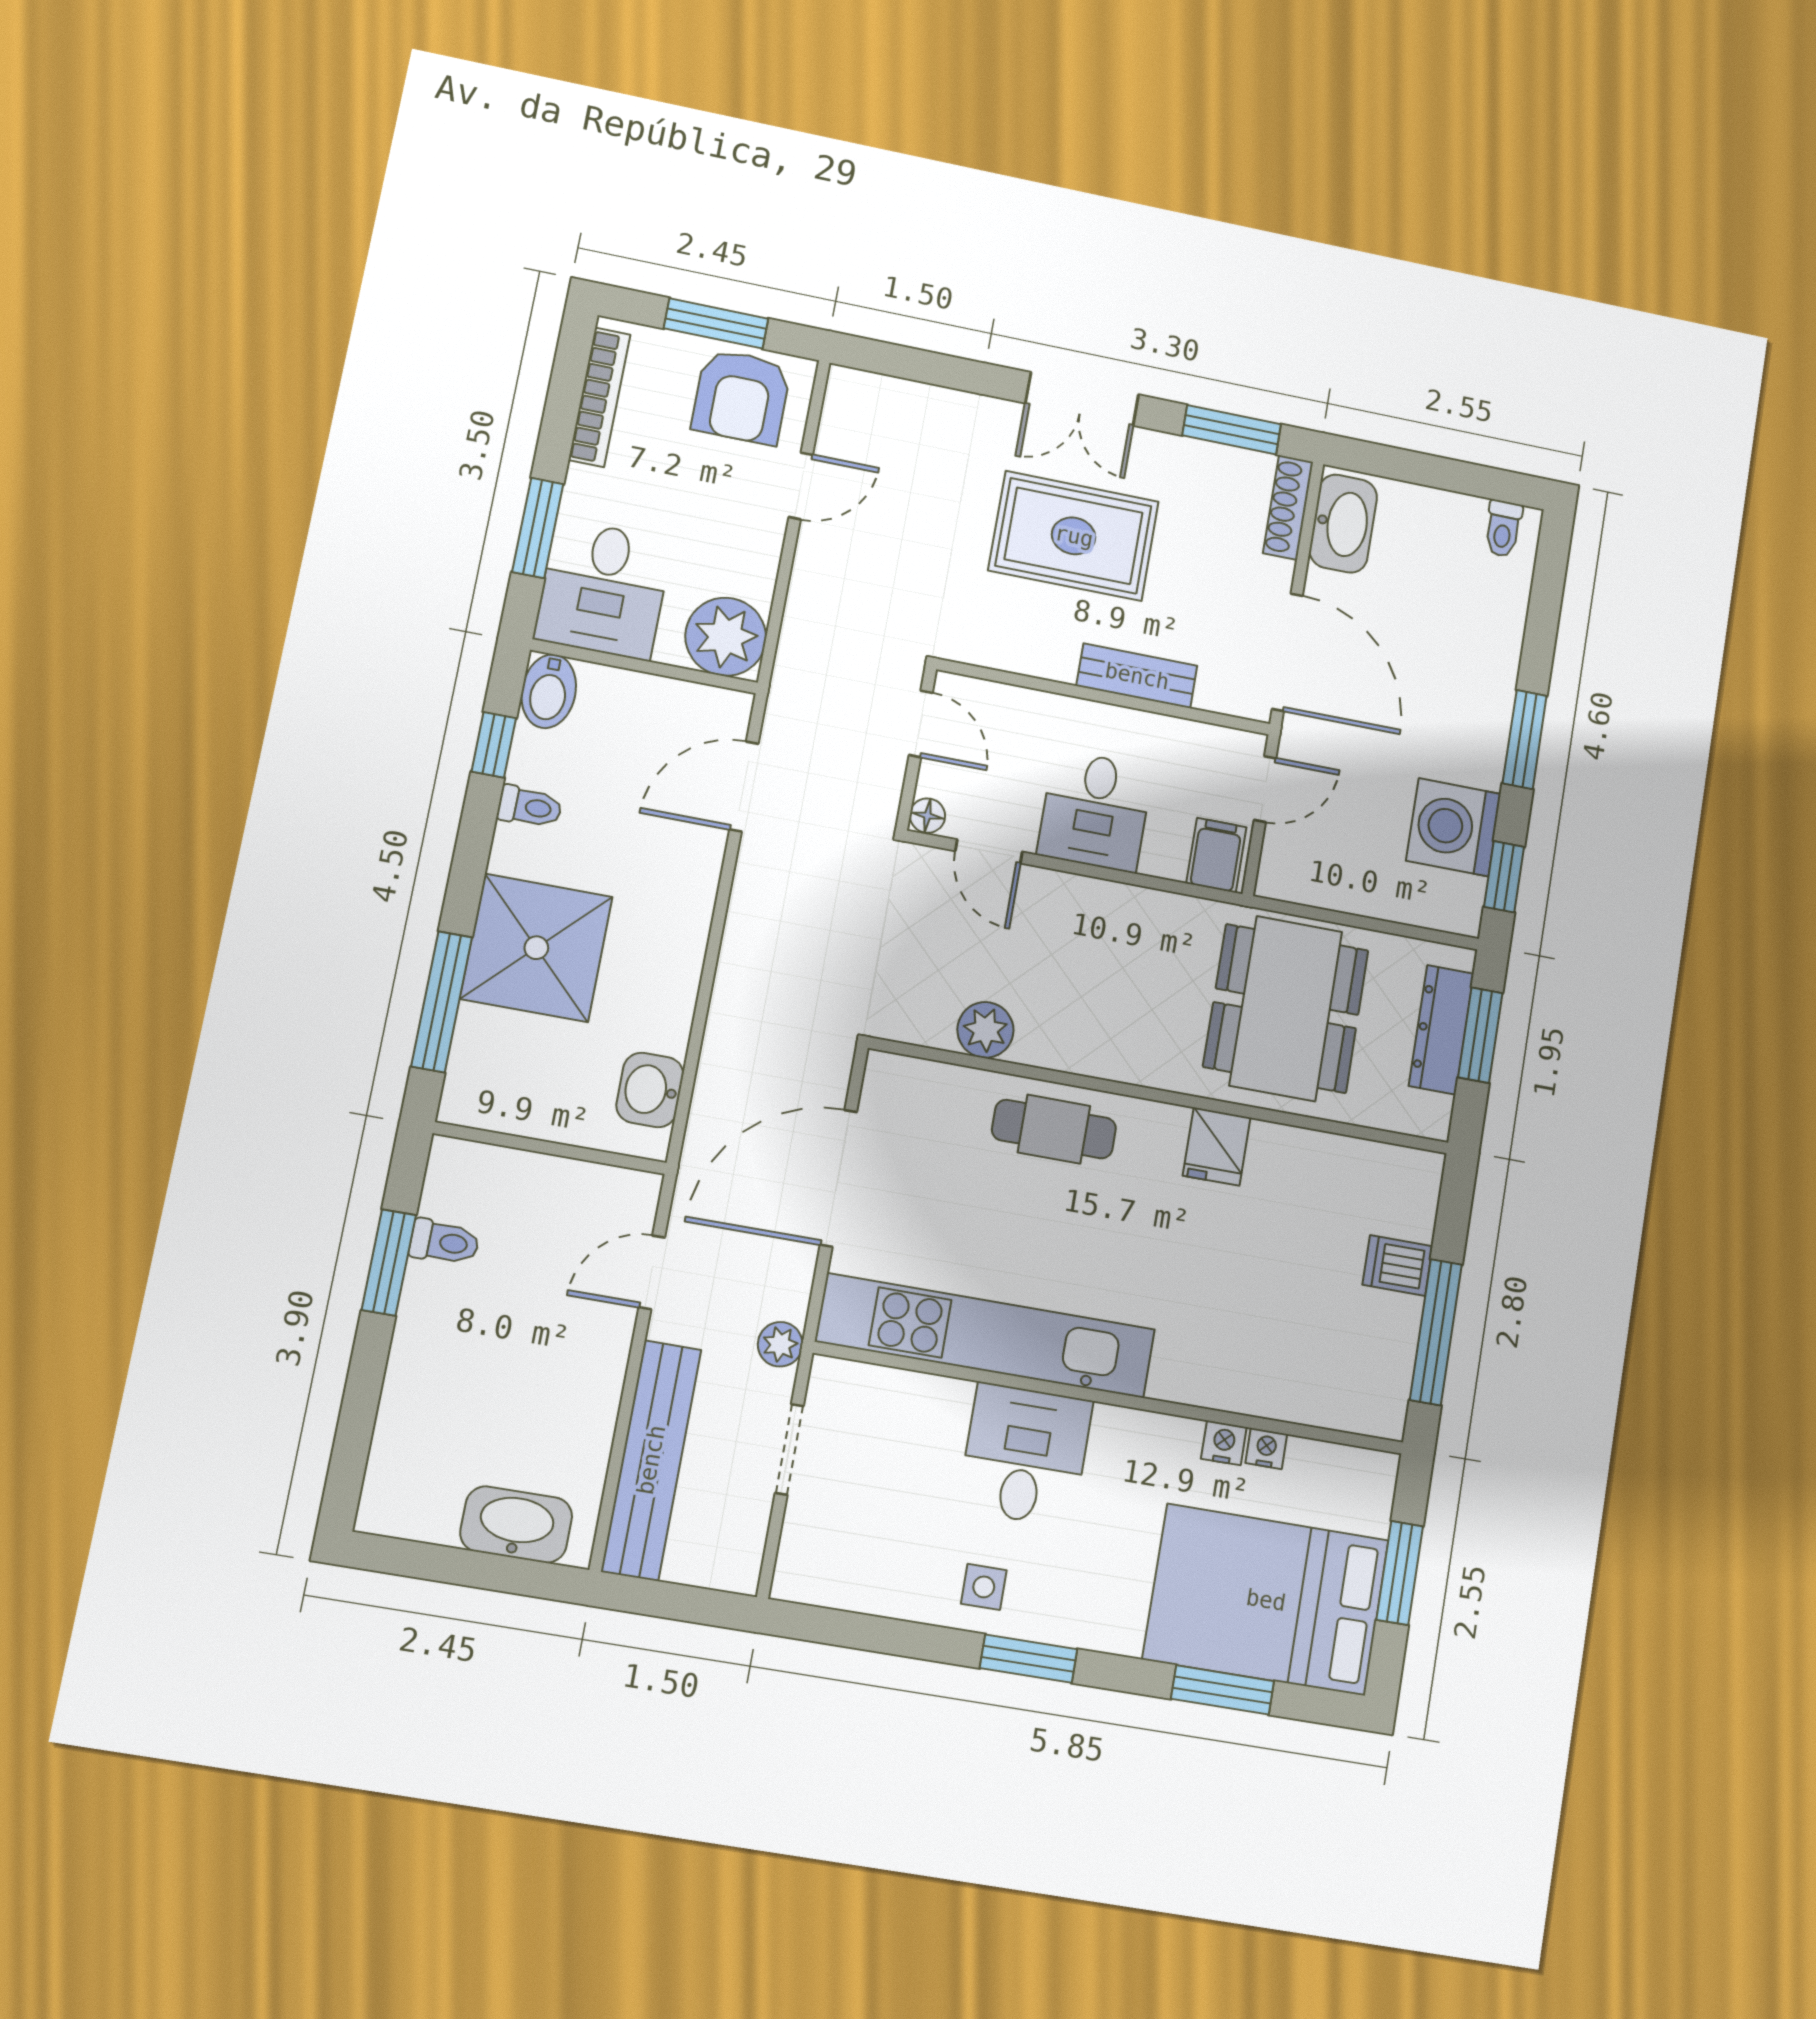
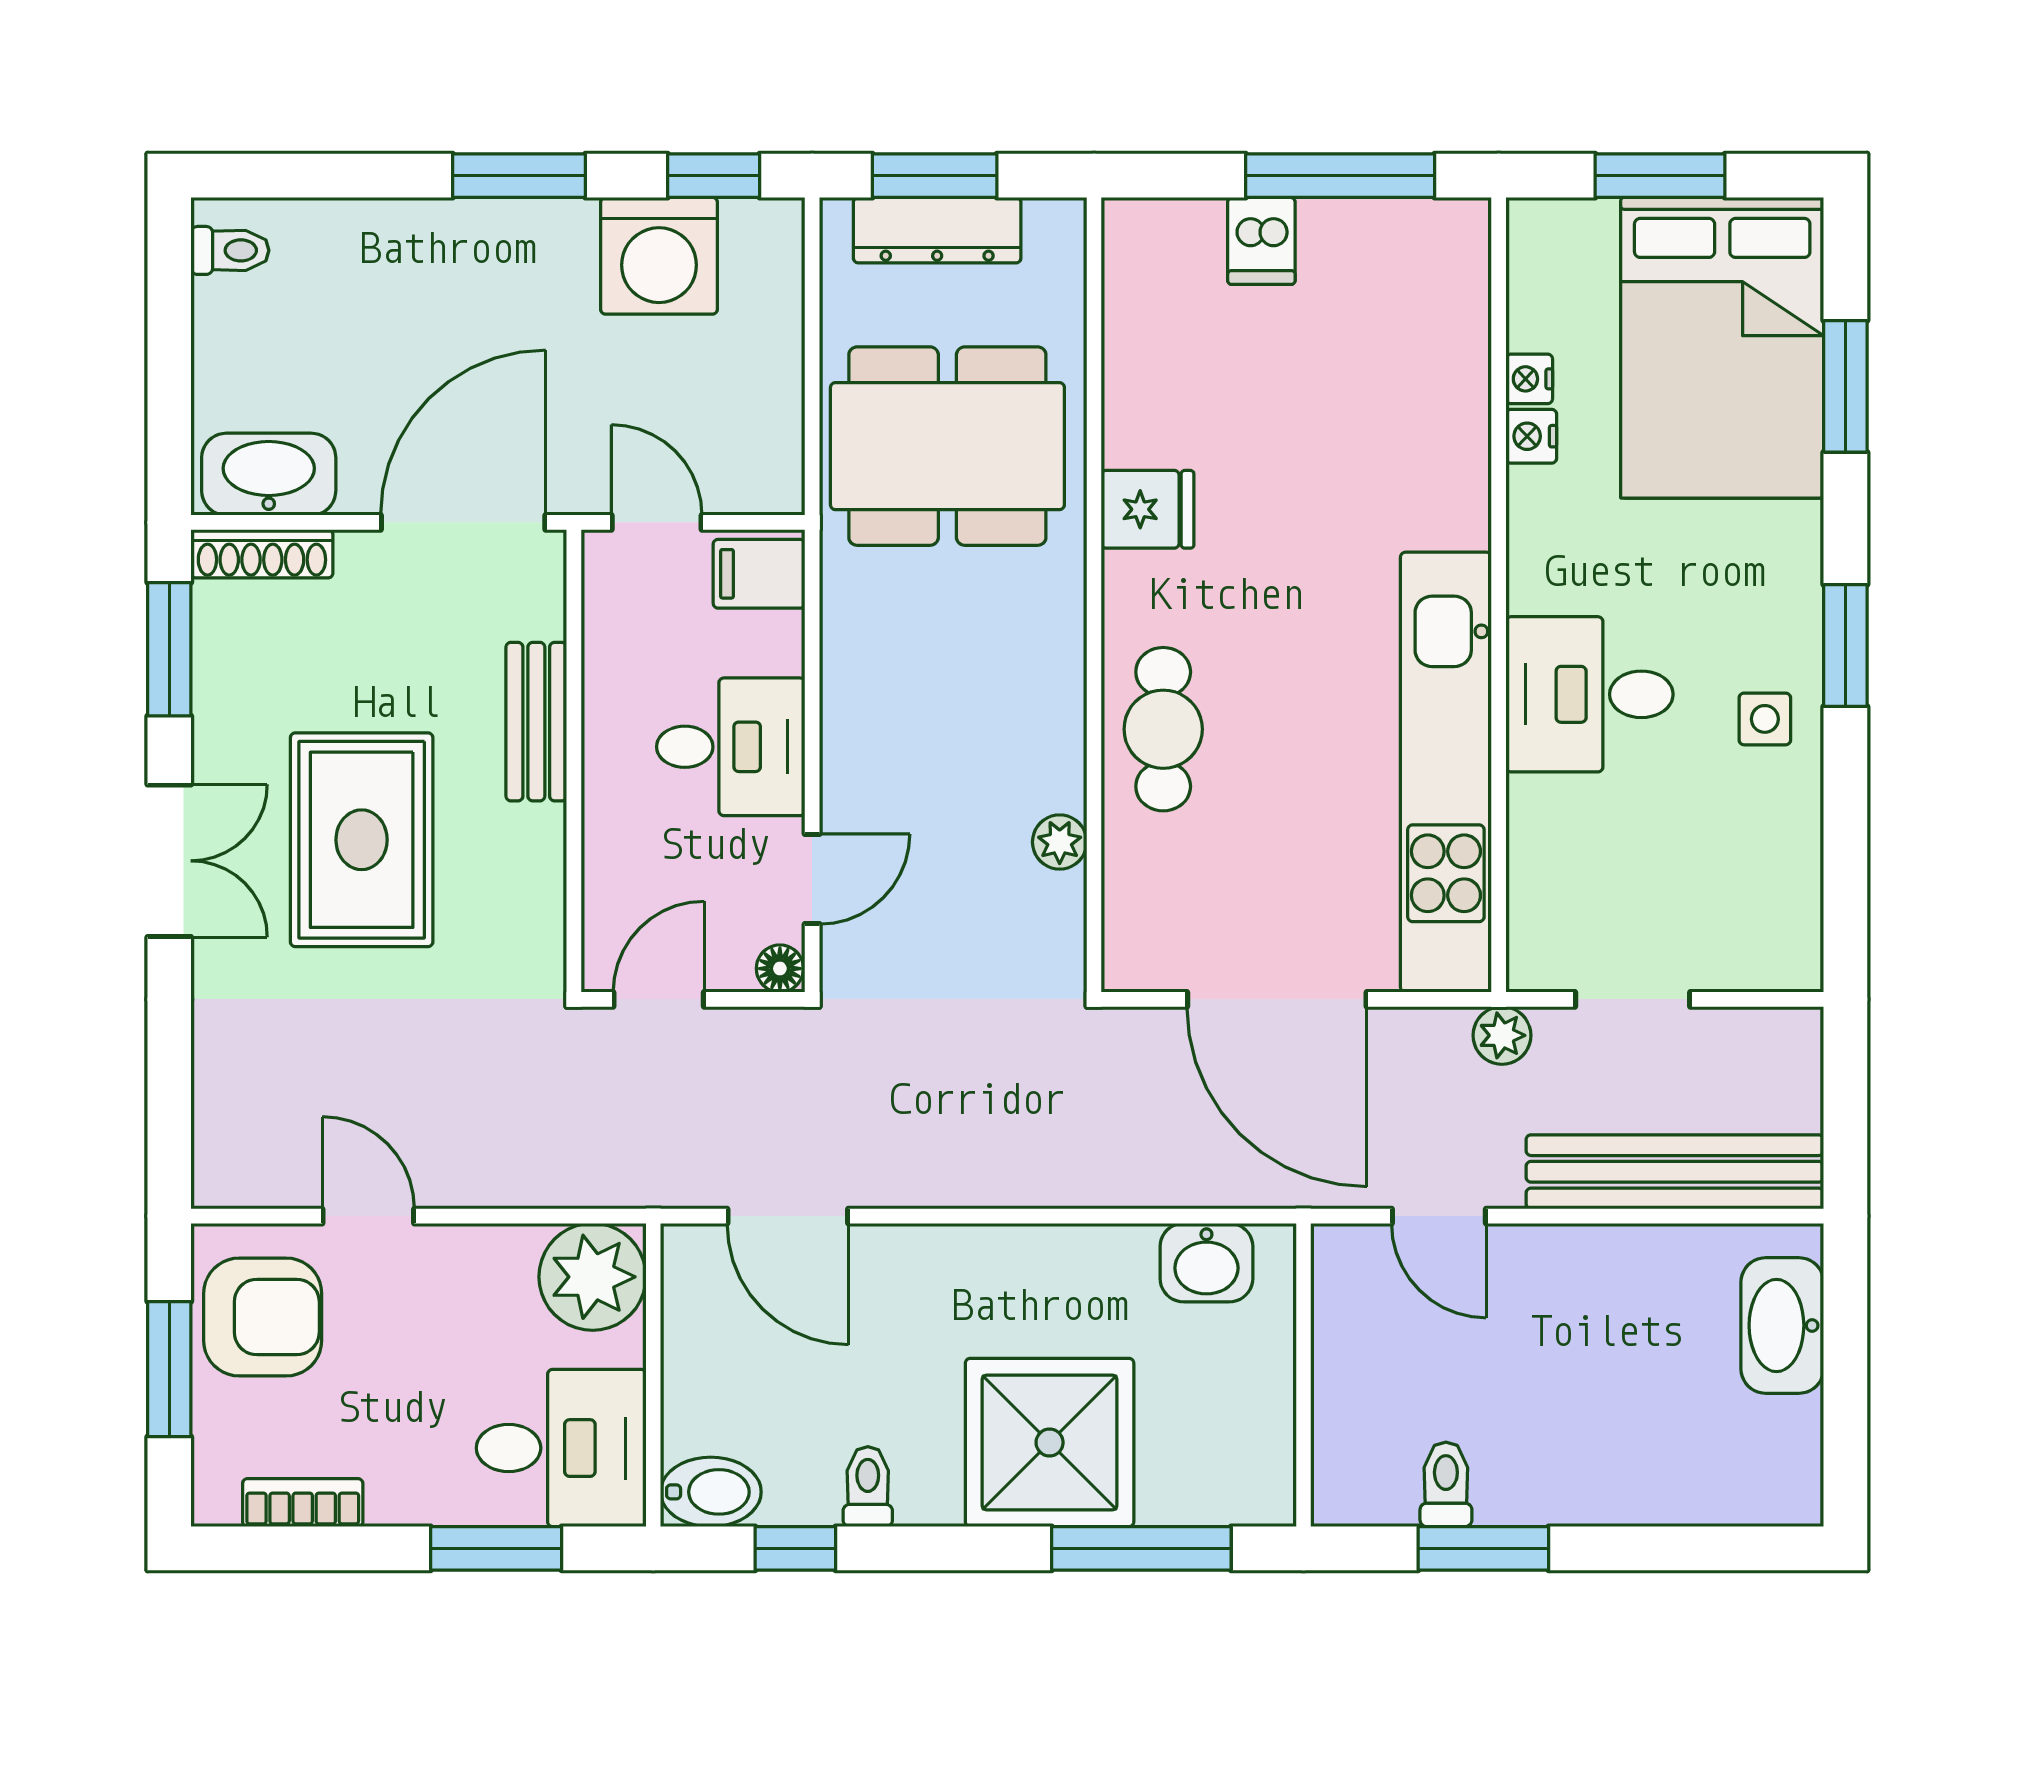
bookcase: (599, 397) -> (303, 1503), width x0.64
plant: (985, 1030) -> (1060, 842), width x0.73, depth x0.73

